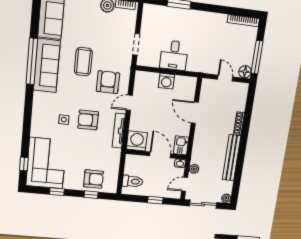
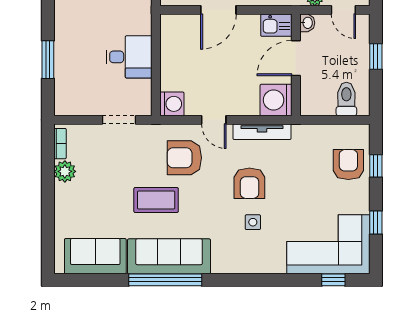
washing machine: (166, 81) -> (172, 104), moved

